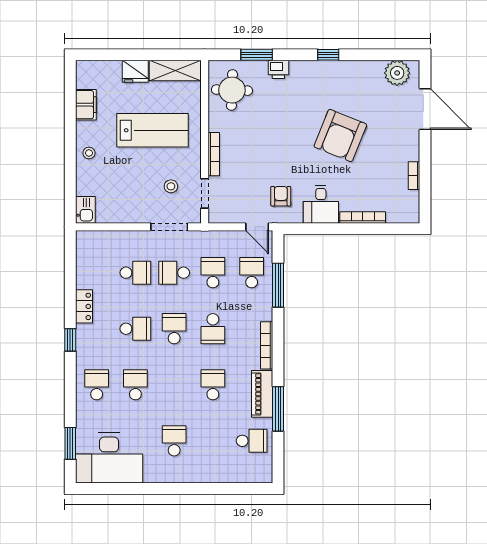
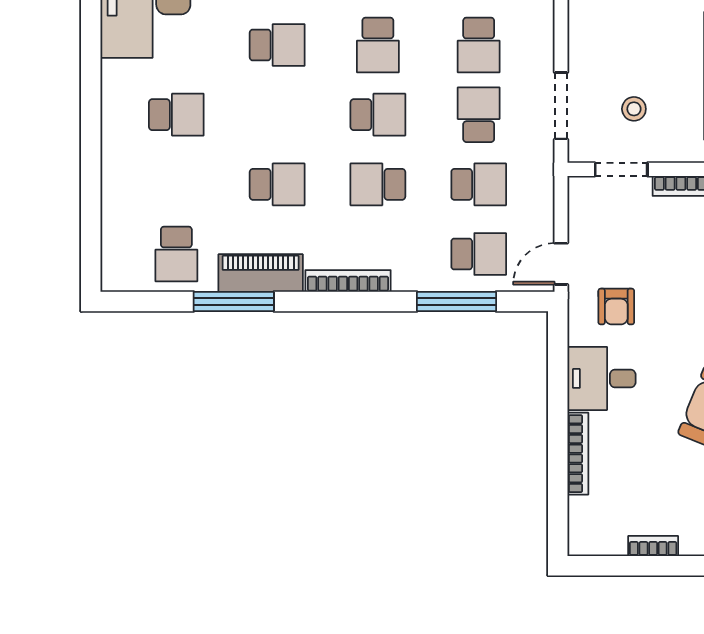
armchair: (281, 196) -> (616, 307), turned 90

